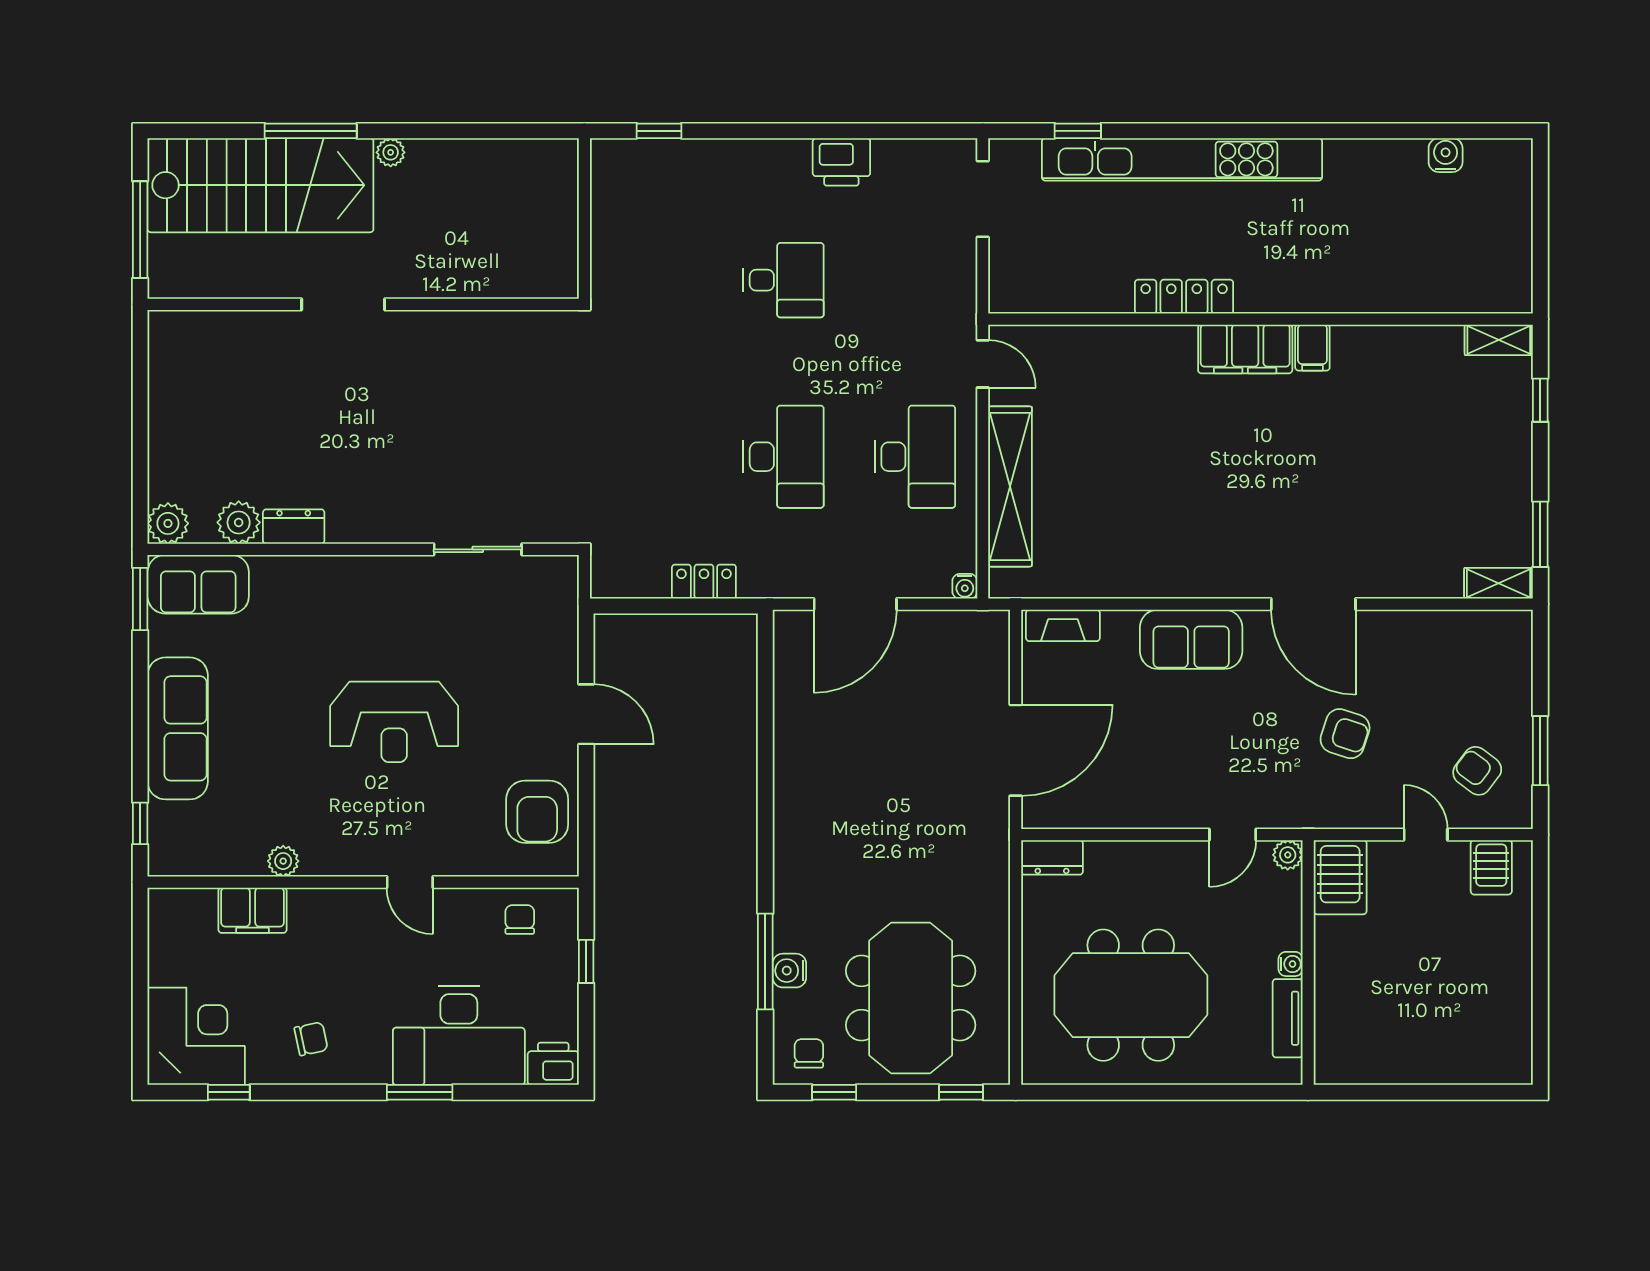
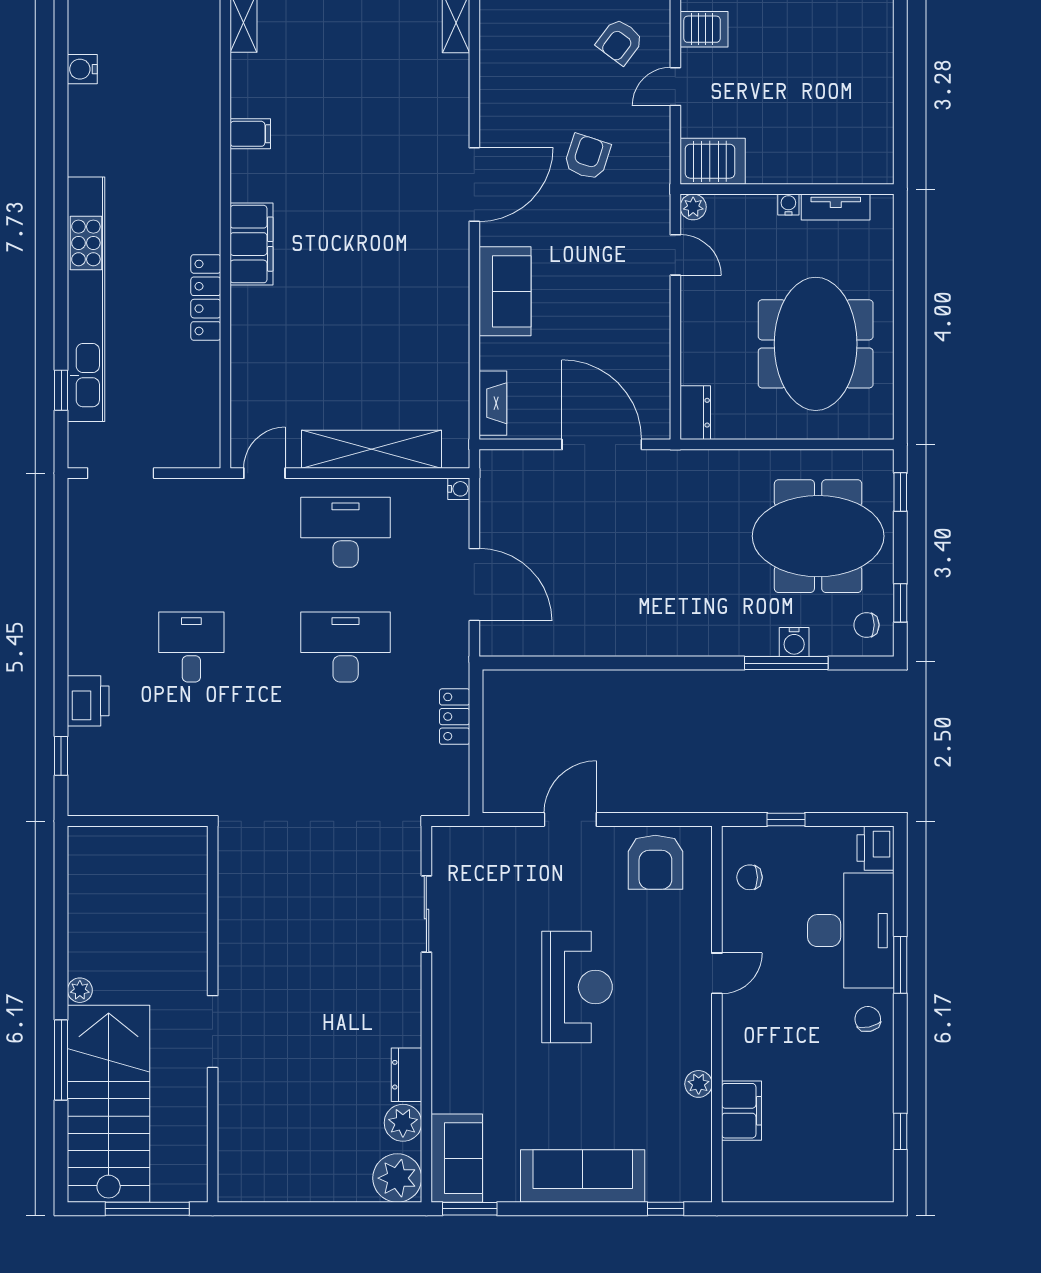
printer: (841, 162) -> (88, 701), moved
filing cabinet: (1312, 348) -> (250, 134), moved
plant: (168, 523) -> (397, 1178), width x1.36, depth x1.36
armchair: (537, 812) -> (655, 862), turned 90
corner desk: (196, 1036) -> (851, 1160), removed
chair: (311, 1039) -> (868, 1019), moved

